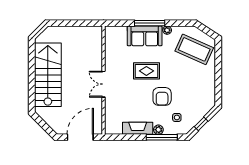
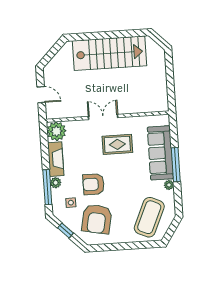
sofa: (145, 36) -> (160, 153), width x1.36
rug: (146, 71) -> (117, 144), moved, turned 90
armchair: (193, 96) -> (97, 219), added
plant: (113, 126) -> (56, 131), added
door: (80, 137) -> (41, 95), width x0.53

